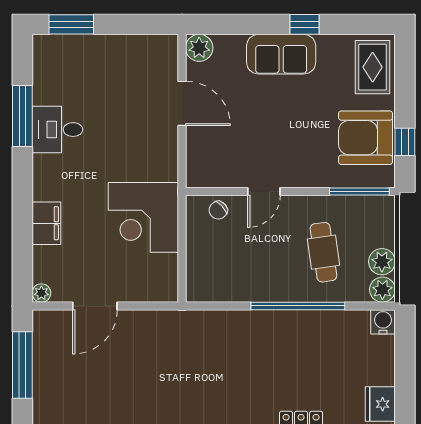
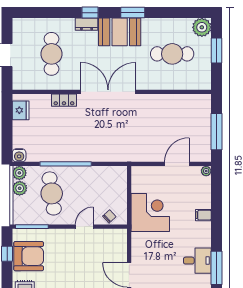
filing cabinet: (46, 223) -> (203, 215), width x0.50
cafe table: (323, 252) -> (52, 193), width x1.37, depth x1.35

